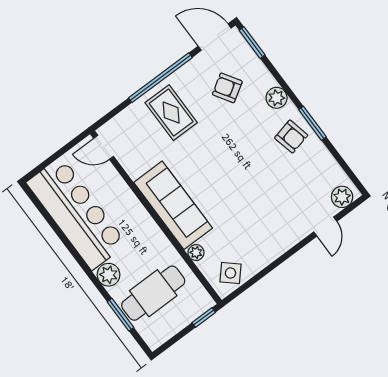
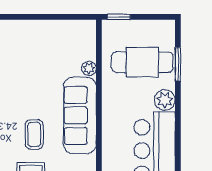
coffee table: (201, 158) -> (34, 134), added
side table: (230, 273) -> (75, 35), removed

